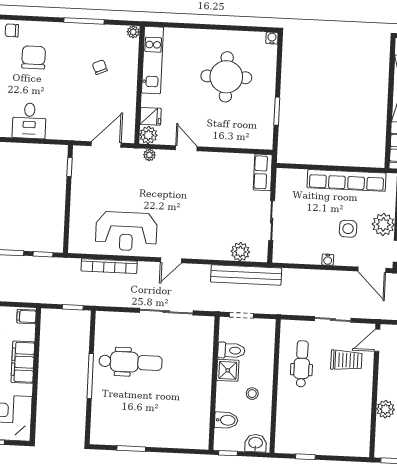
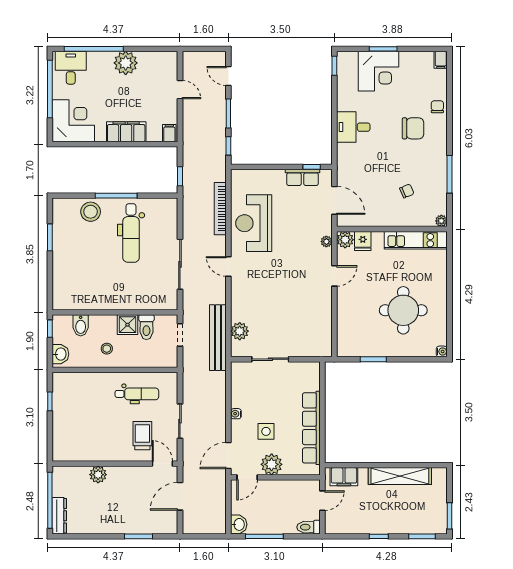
row of seats: (263, 172) -> (303, 177), moved, turned 180
trolley: (346, 360) -> (142, 436), turned 180
stool: (106, 404) -> (91, 212), added

